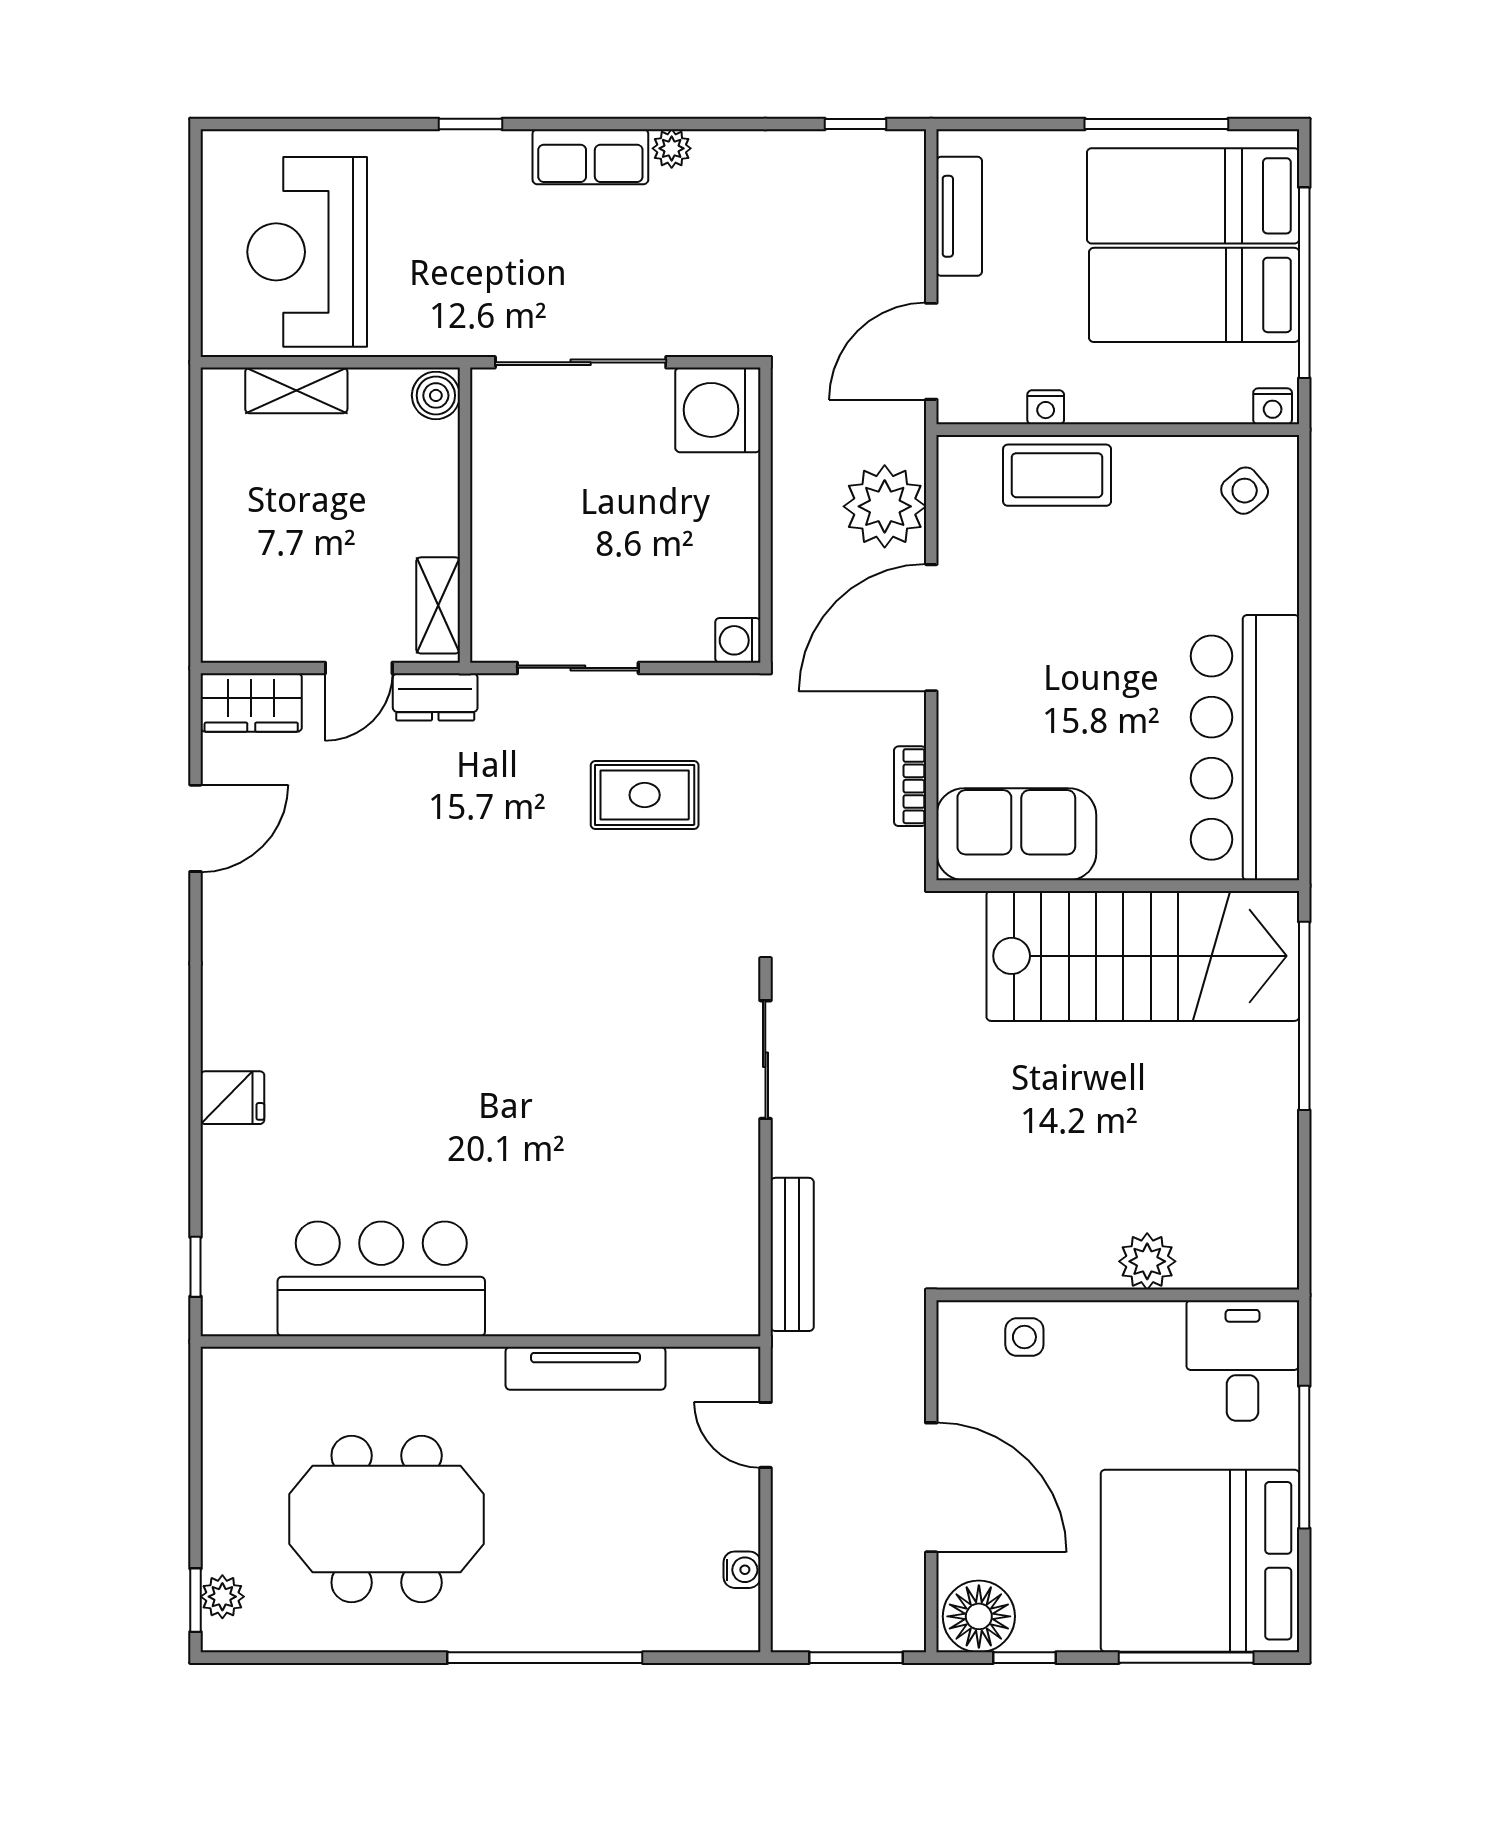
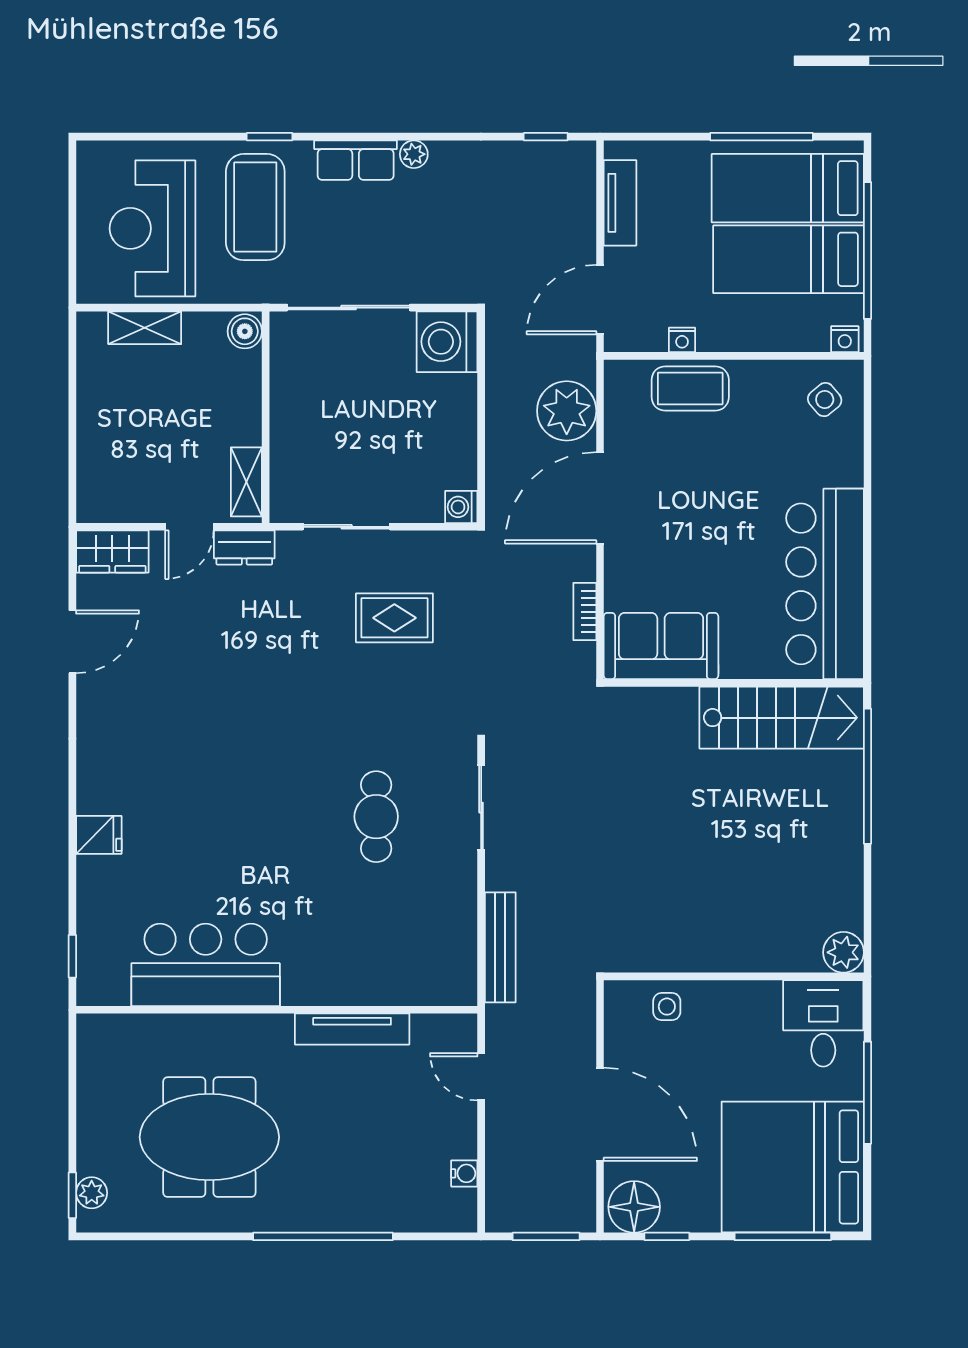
coffee table: (451, 222) -> (255, 207), added
stairs: (1143, 956) -> (782, 718), width x0.73, depth x0.66
cafe table: (619, 1072) -> (376, 817), added
plant: (1147, 1261) -> (843, 952), moved

